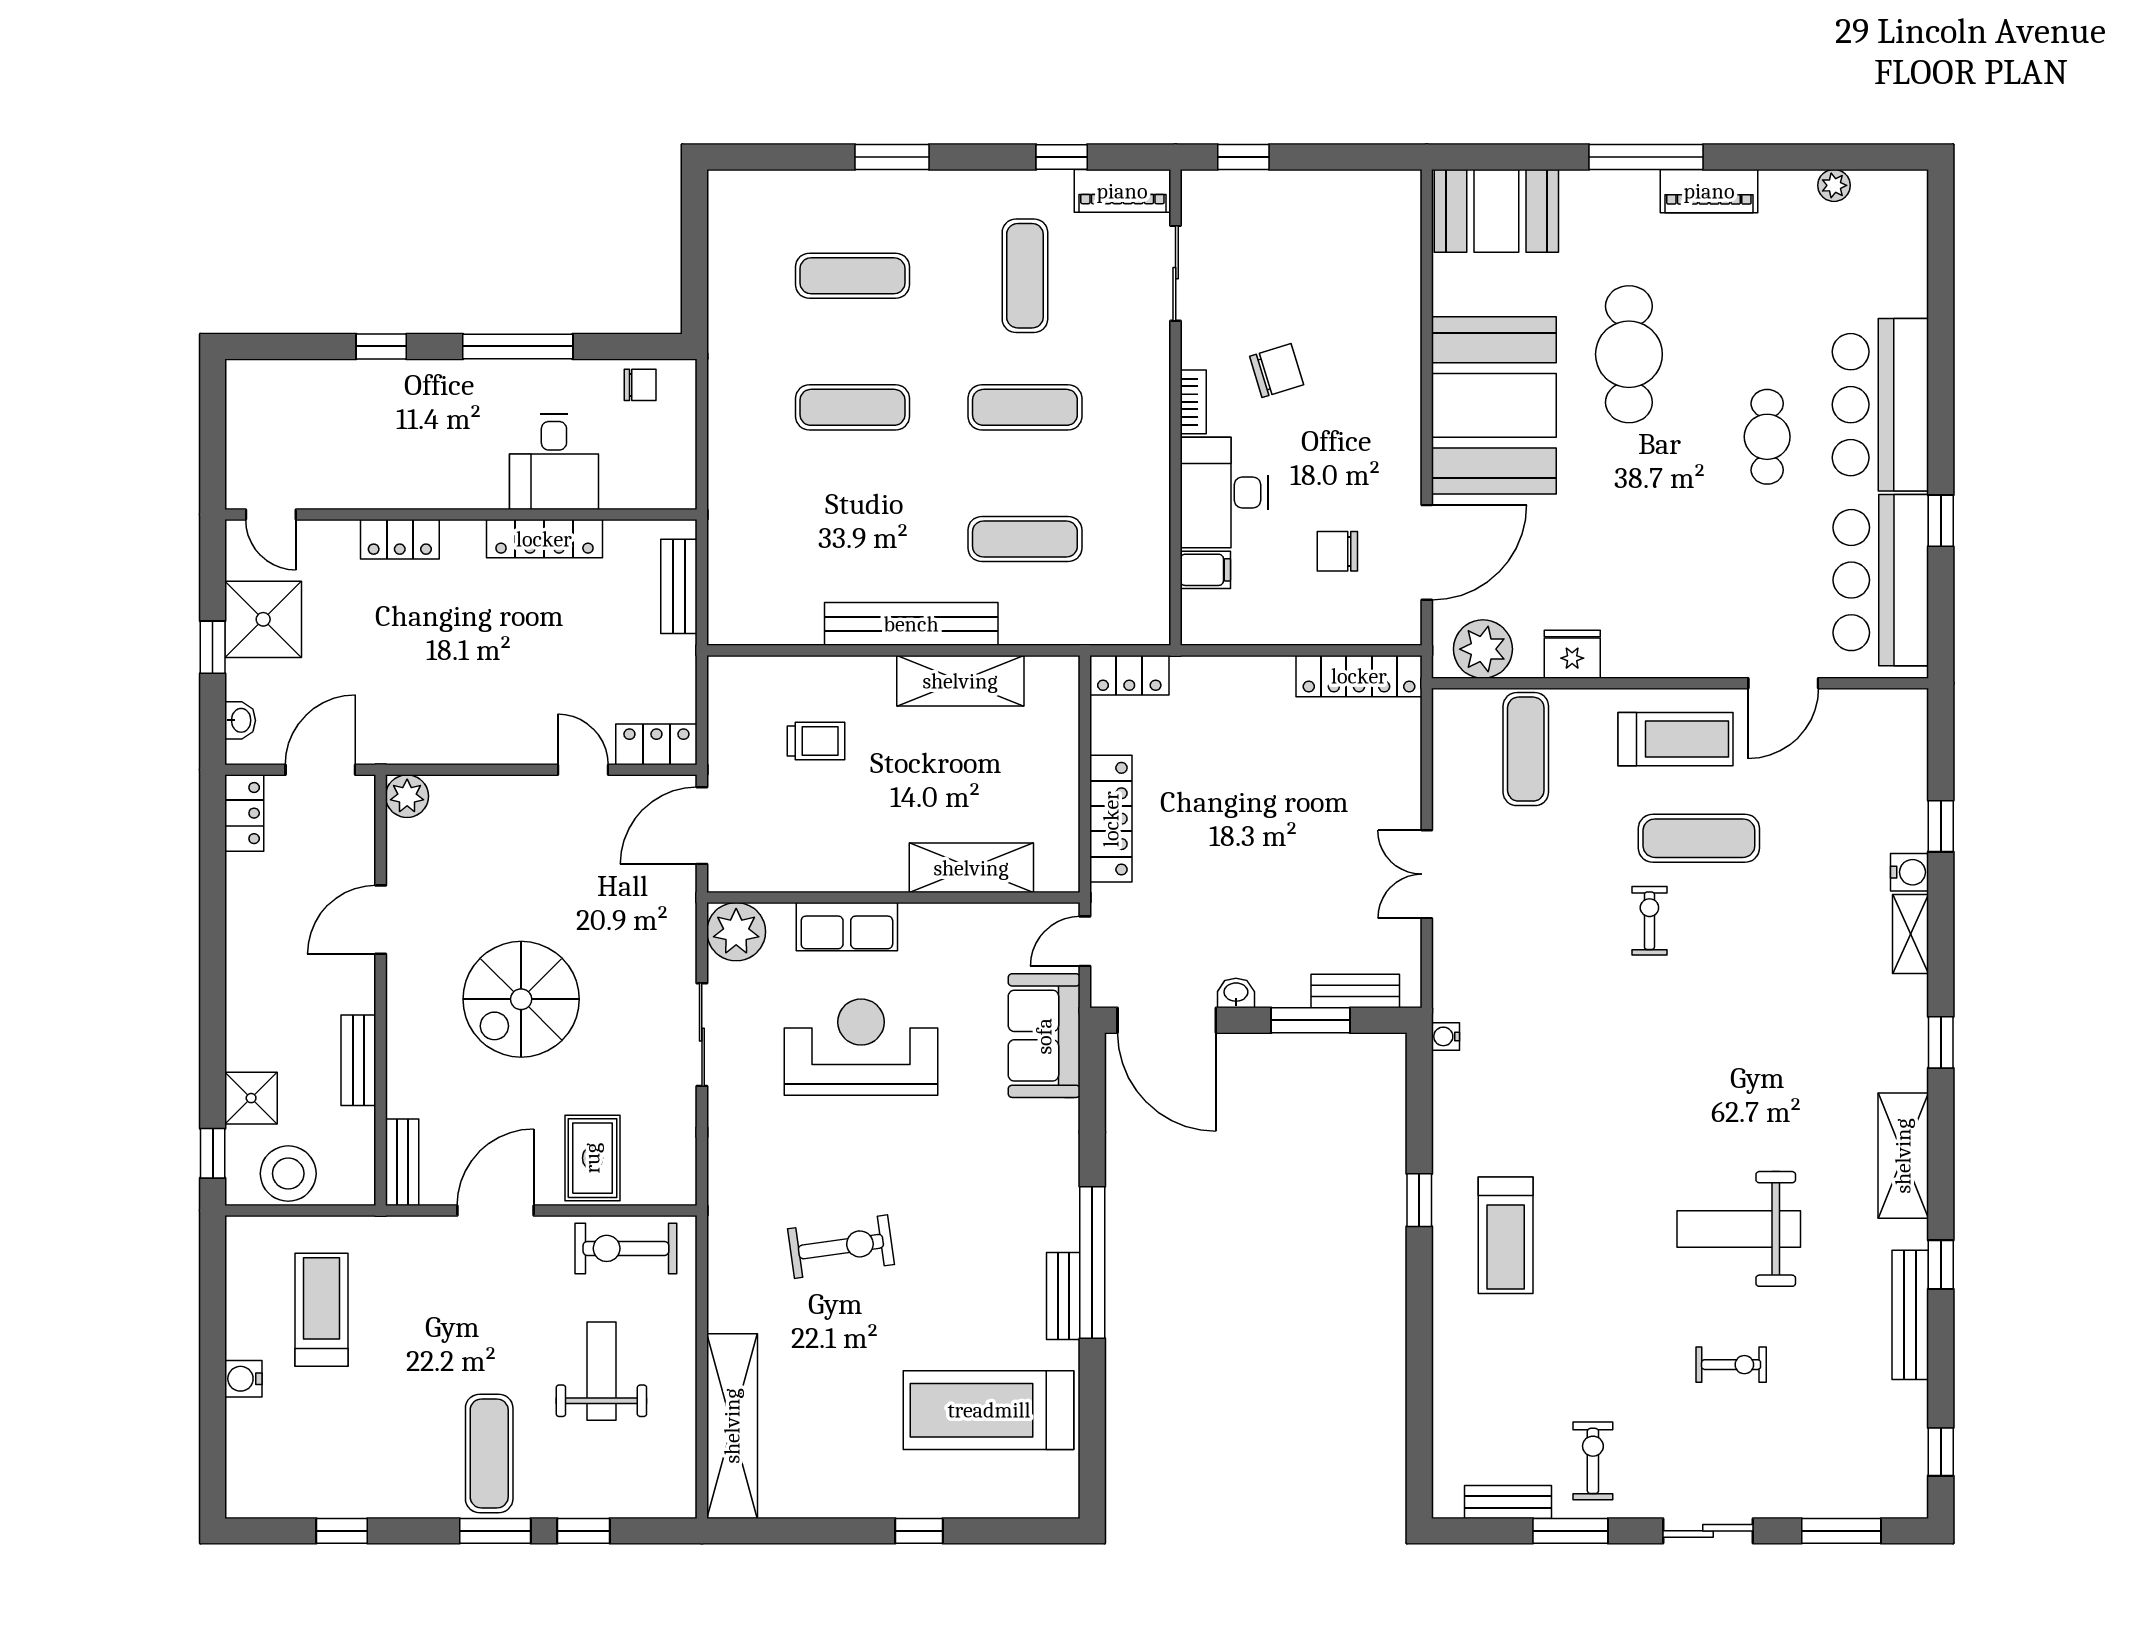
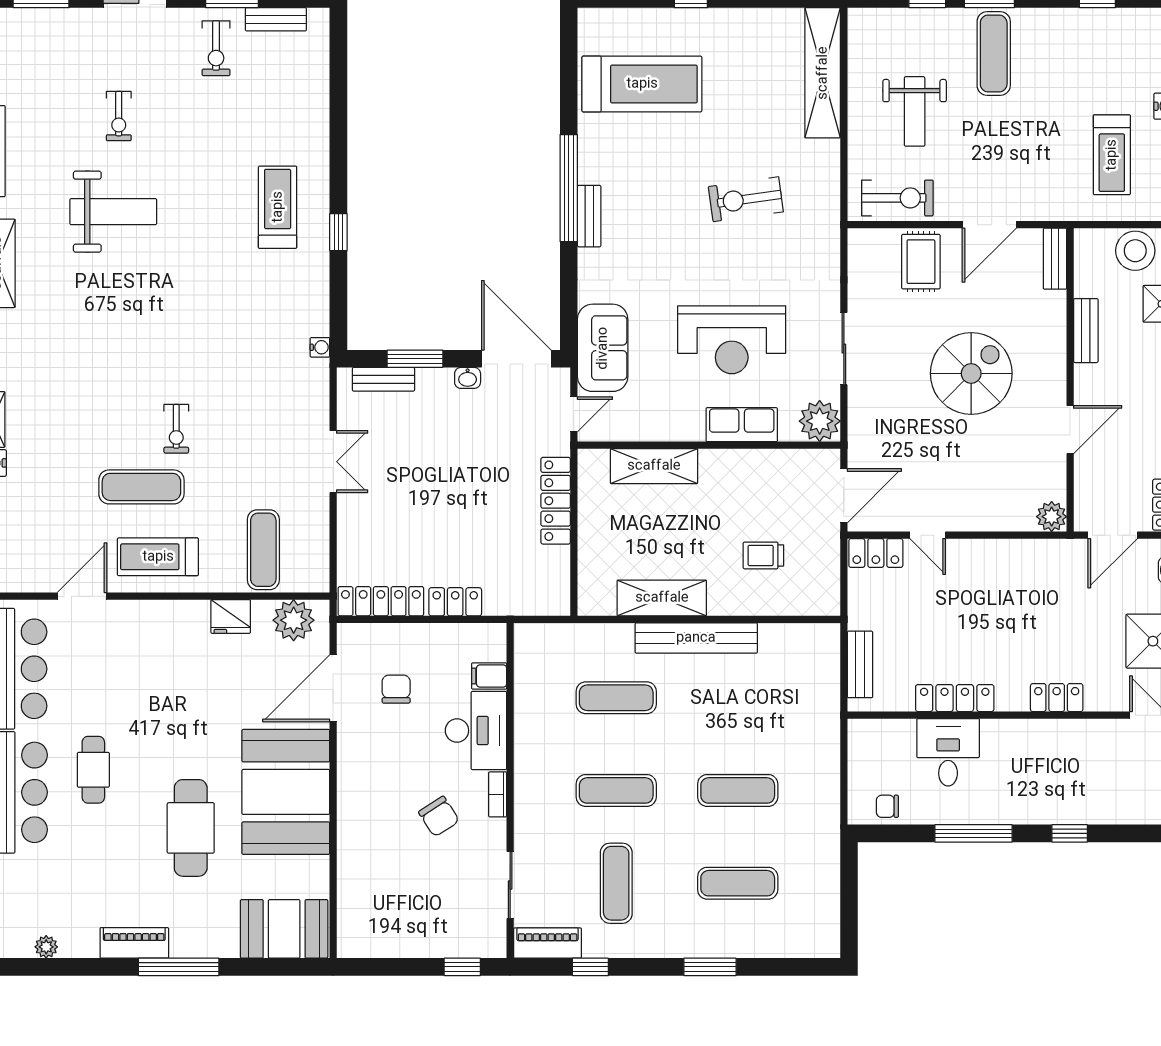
chair: (1277, 371) -> (439, 816), turned -106
chair: (1337, 551) -> (396, 689), turned -90
locker: (1129, 675) -> (455, 602), moved
bench: (1063, 1296) -> (589, 216), moved
exercise bike: (1731, 1365) -> (119, 116), turned -90

